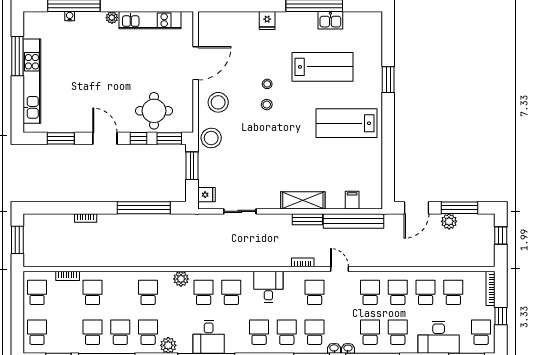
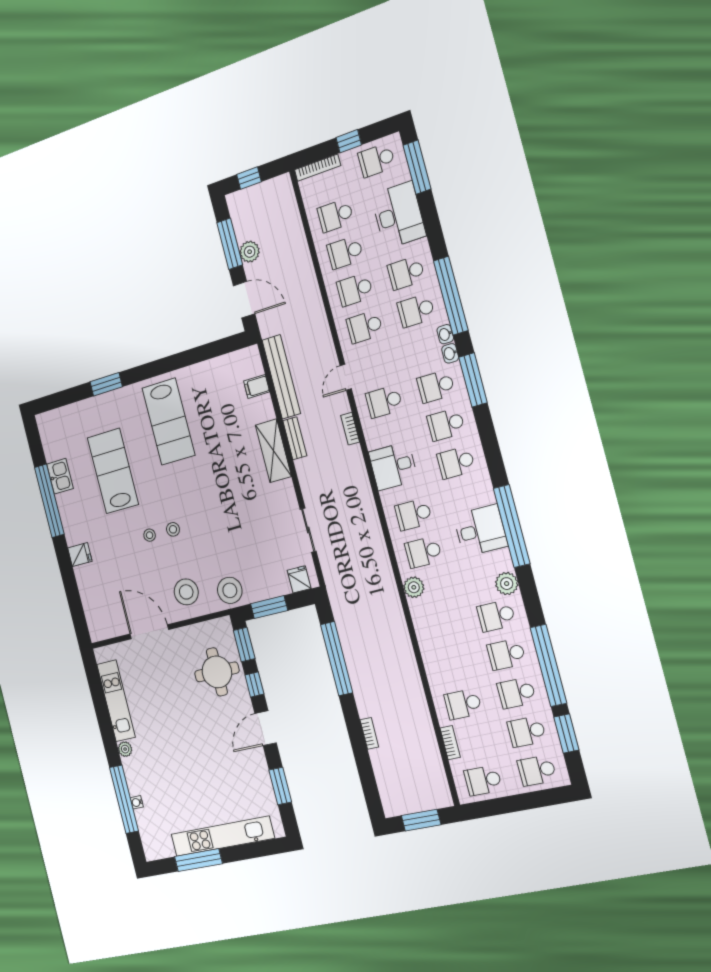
school desk: (148, 292) -> (527, 732), moved

